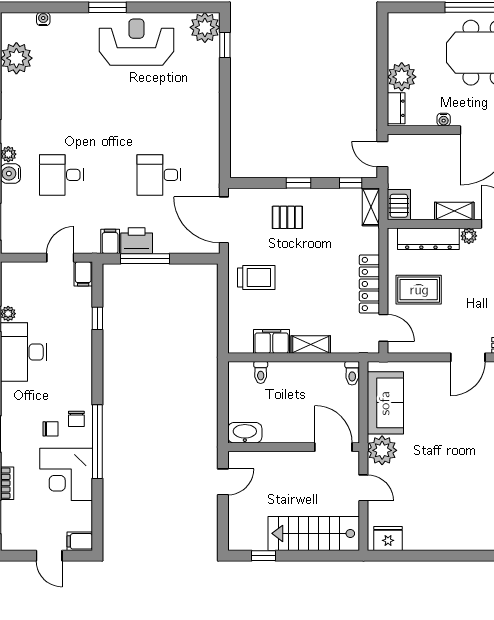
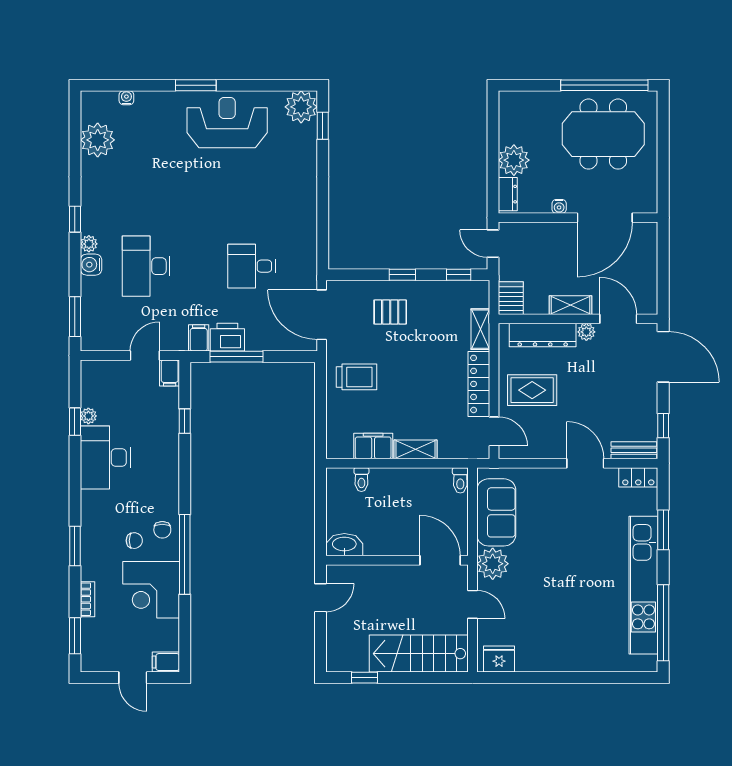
desk: (61, 175) -> (146, 266), width x1.37
shelving: (371, 207) -> (480, 329), moved
door: (468, 357) -> (585, 463), swing flipped

